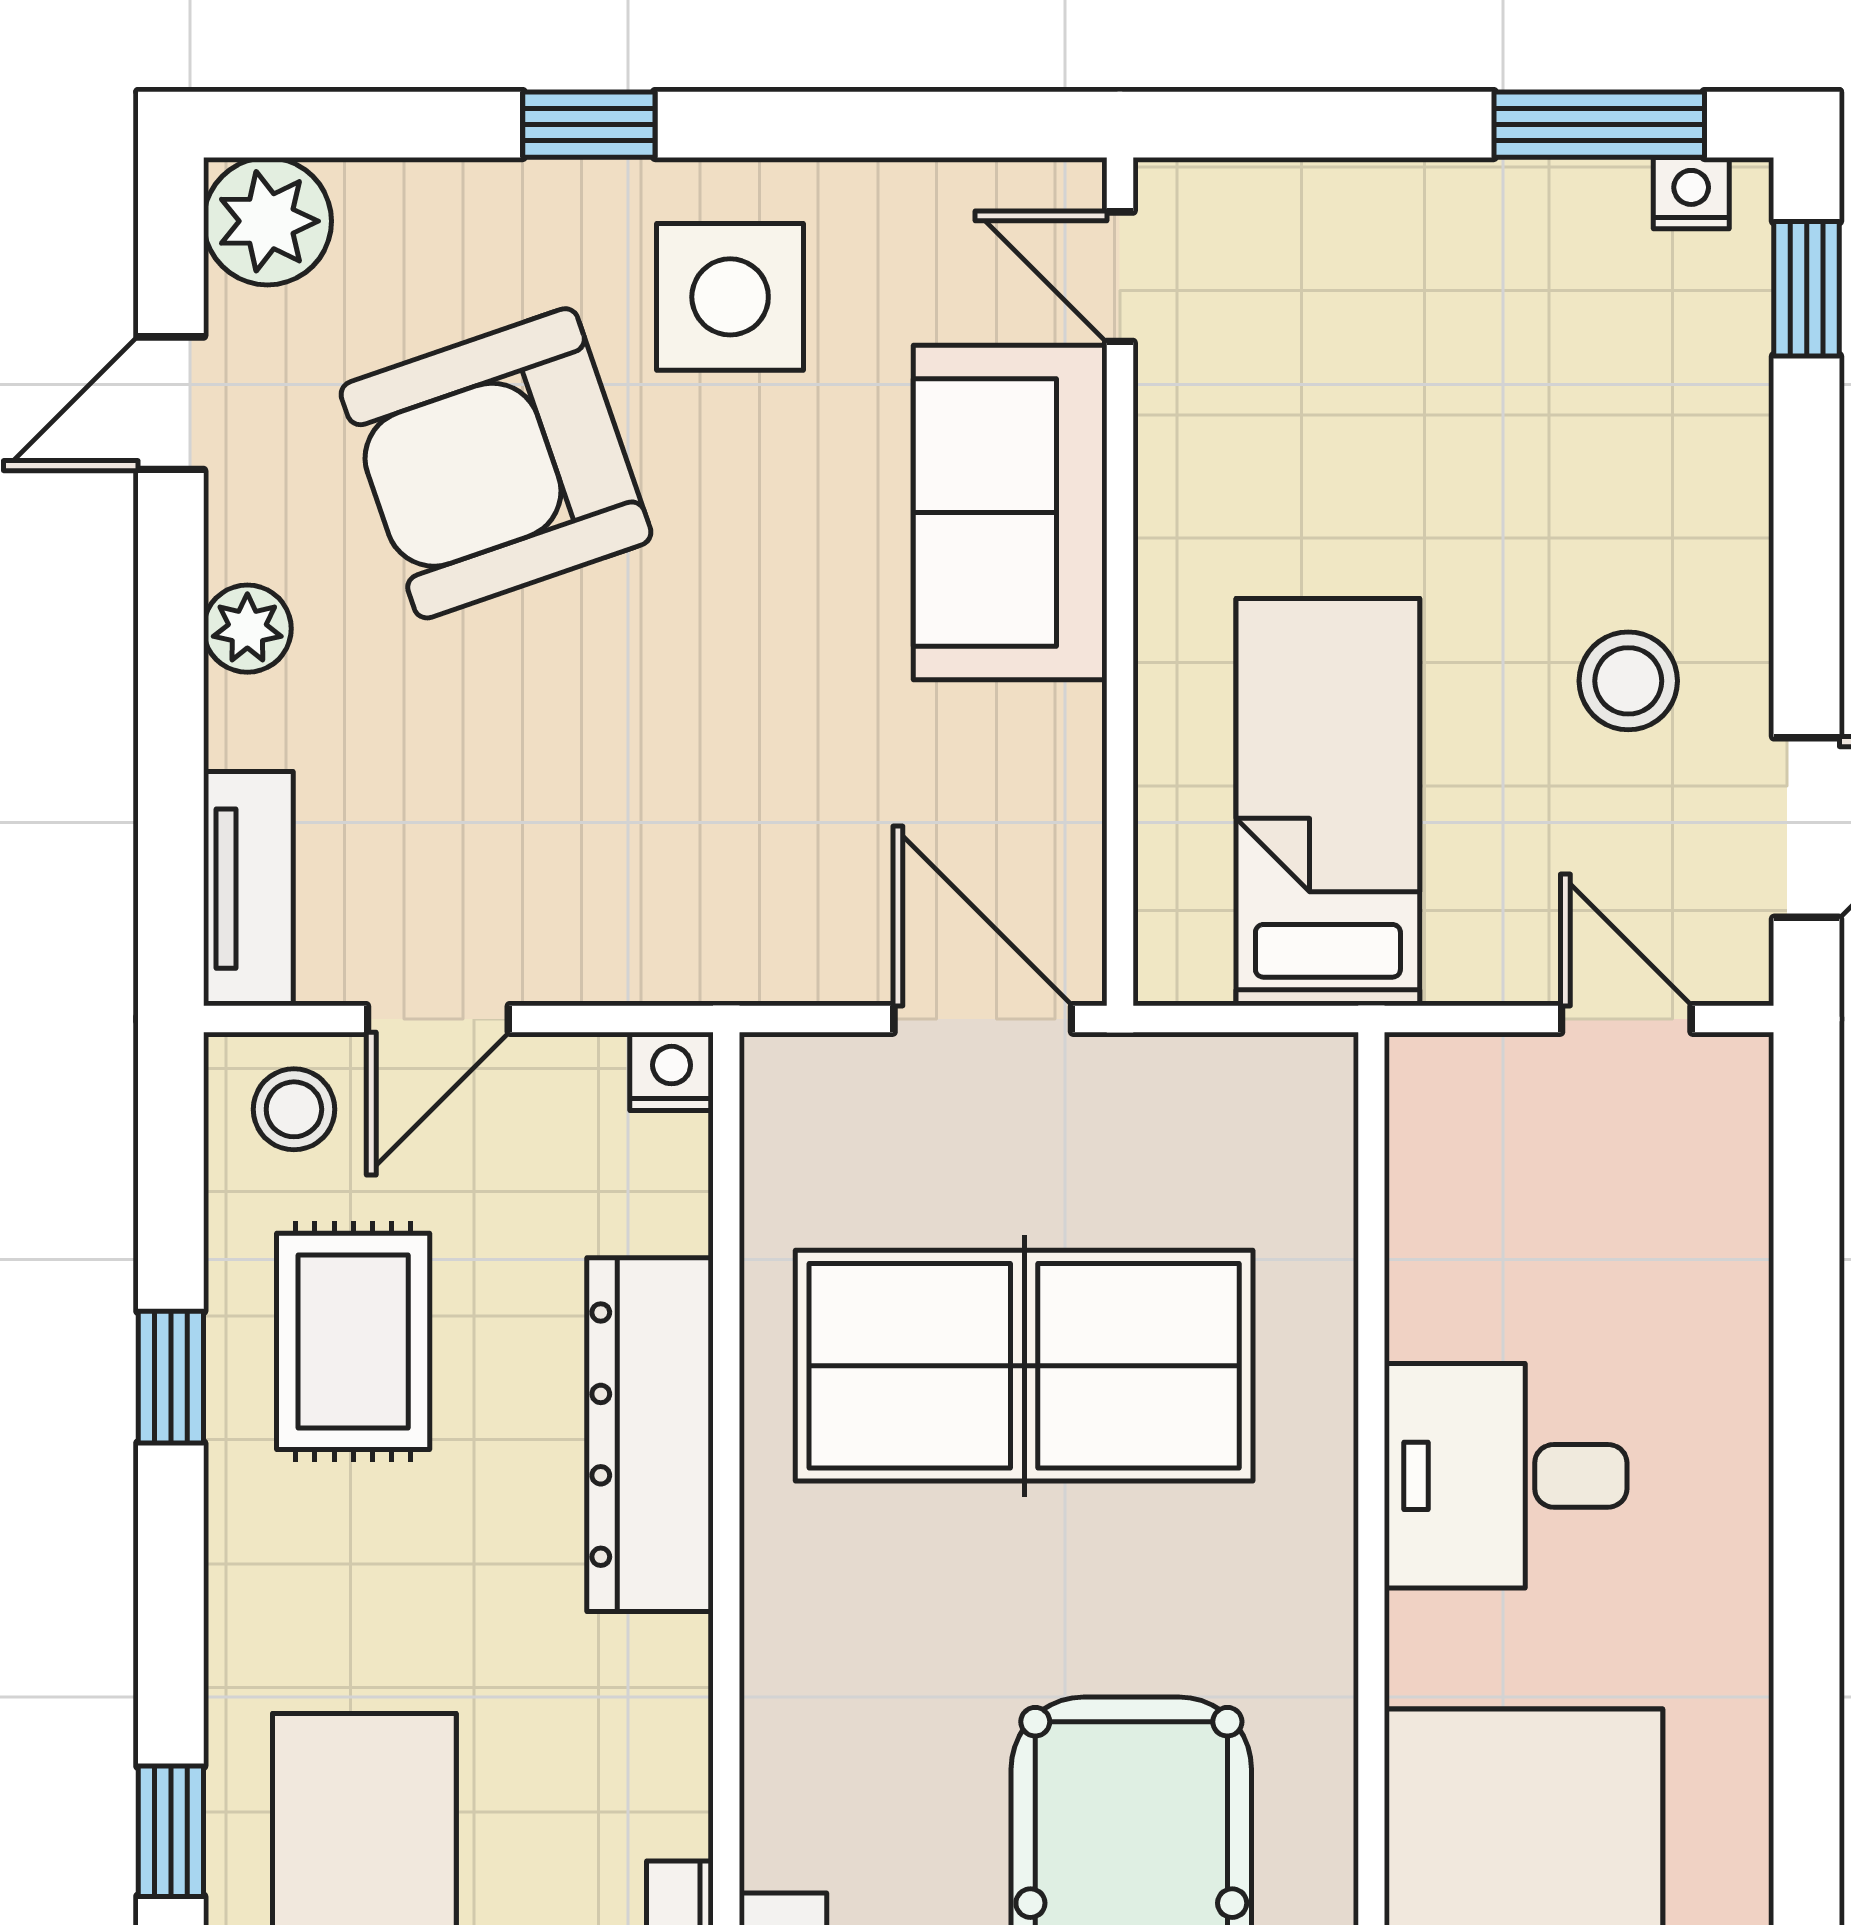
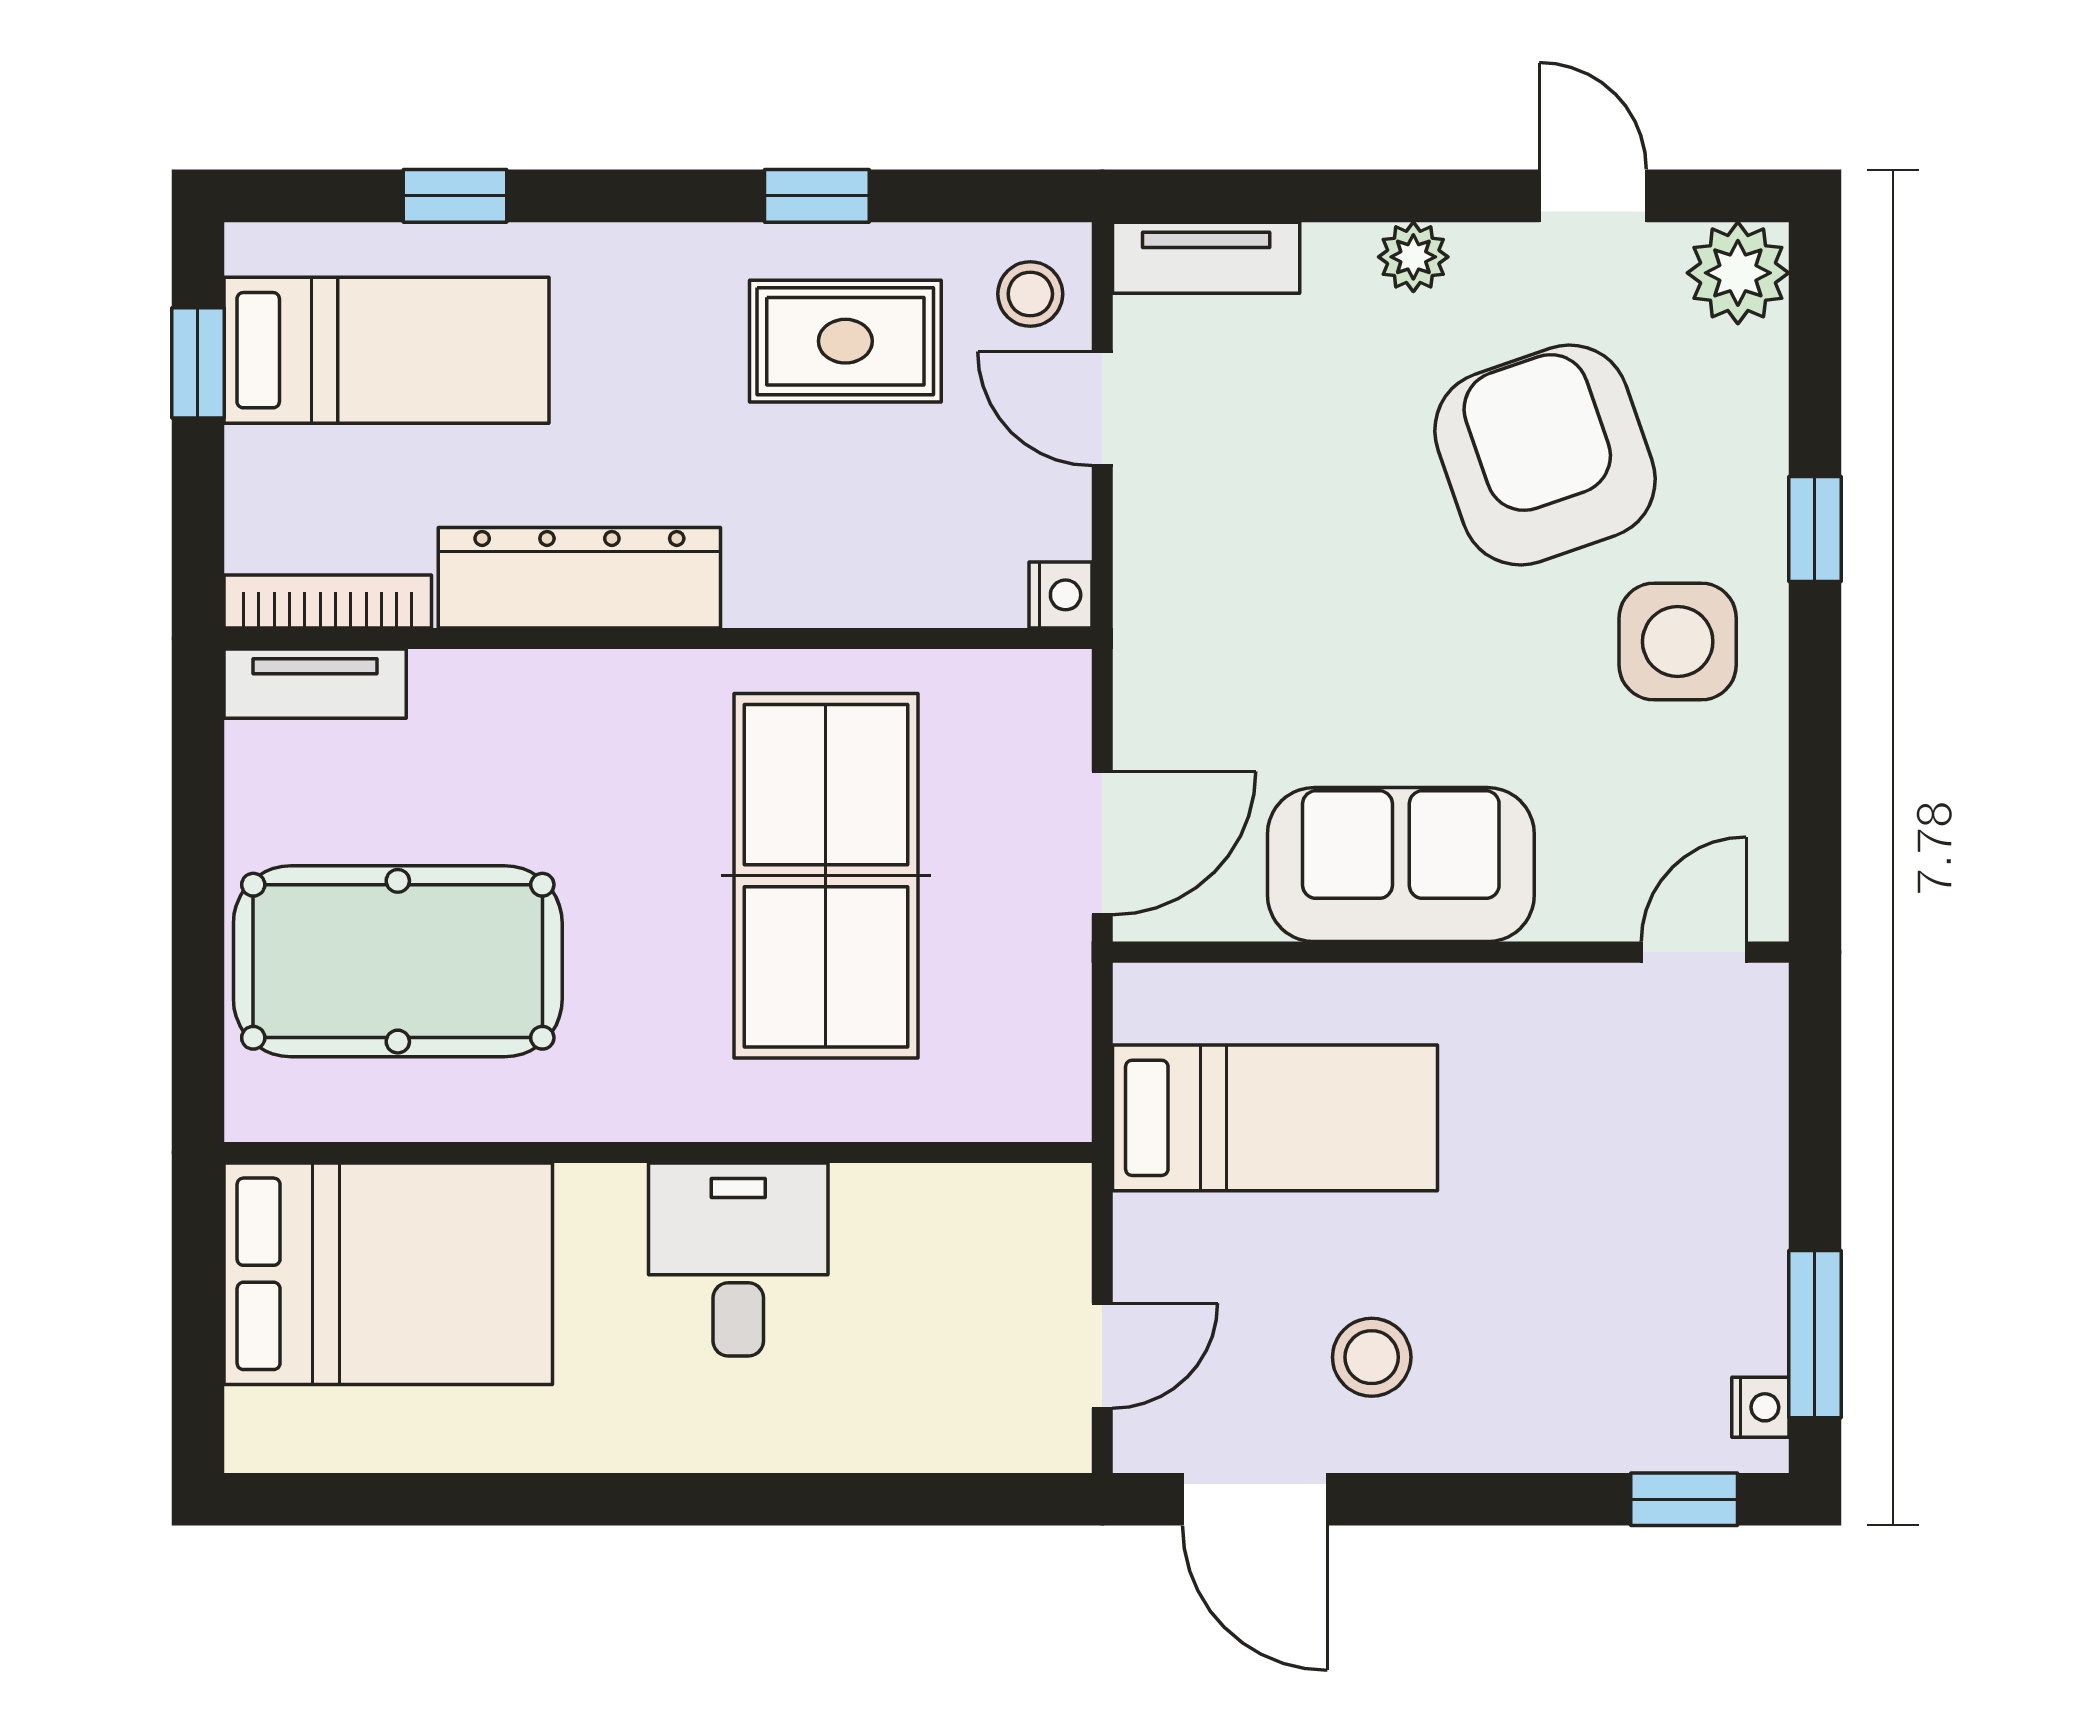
sofa: (1010, 512) -> (1401, 865), moved
dresser: (650, 1435) -> (579, 578), moved

